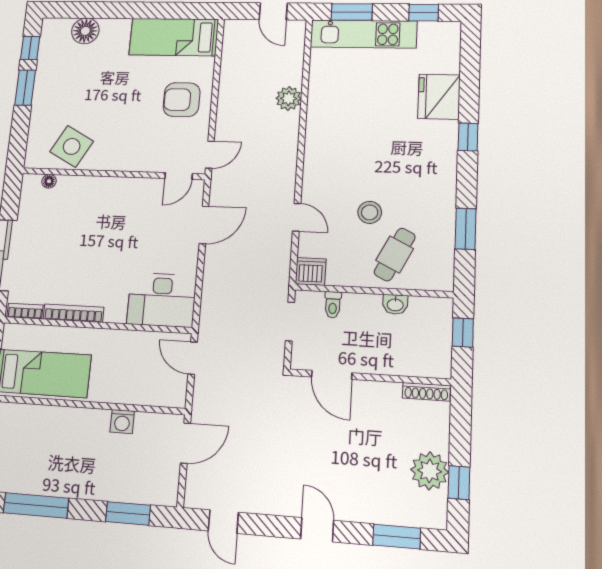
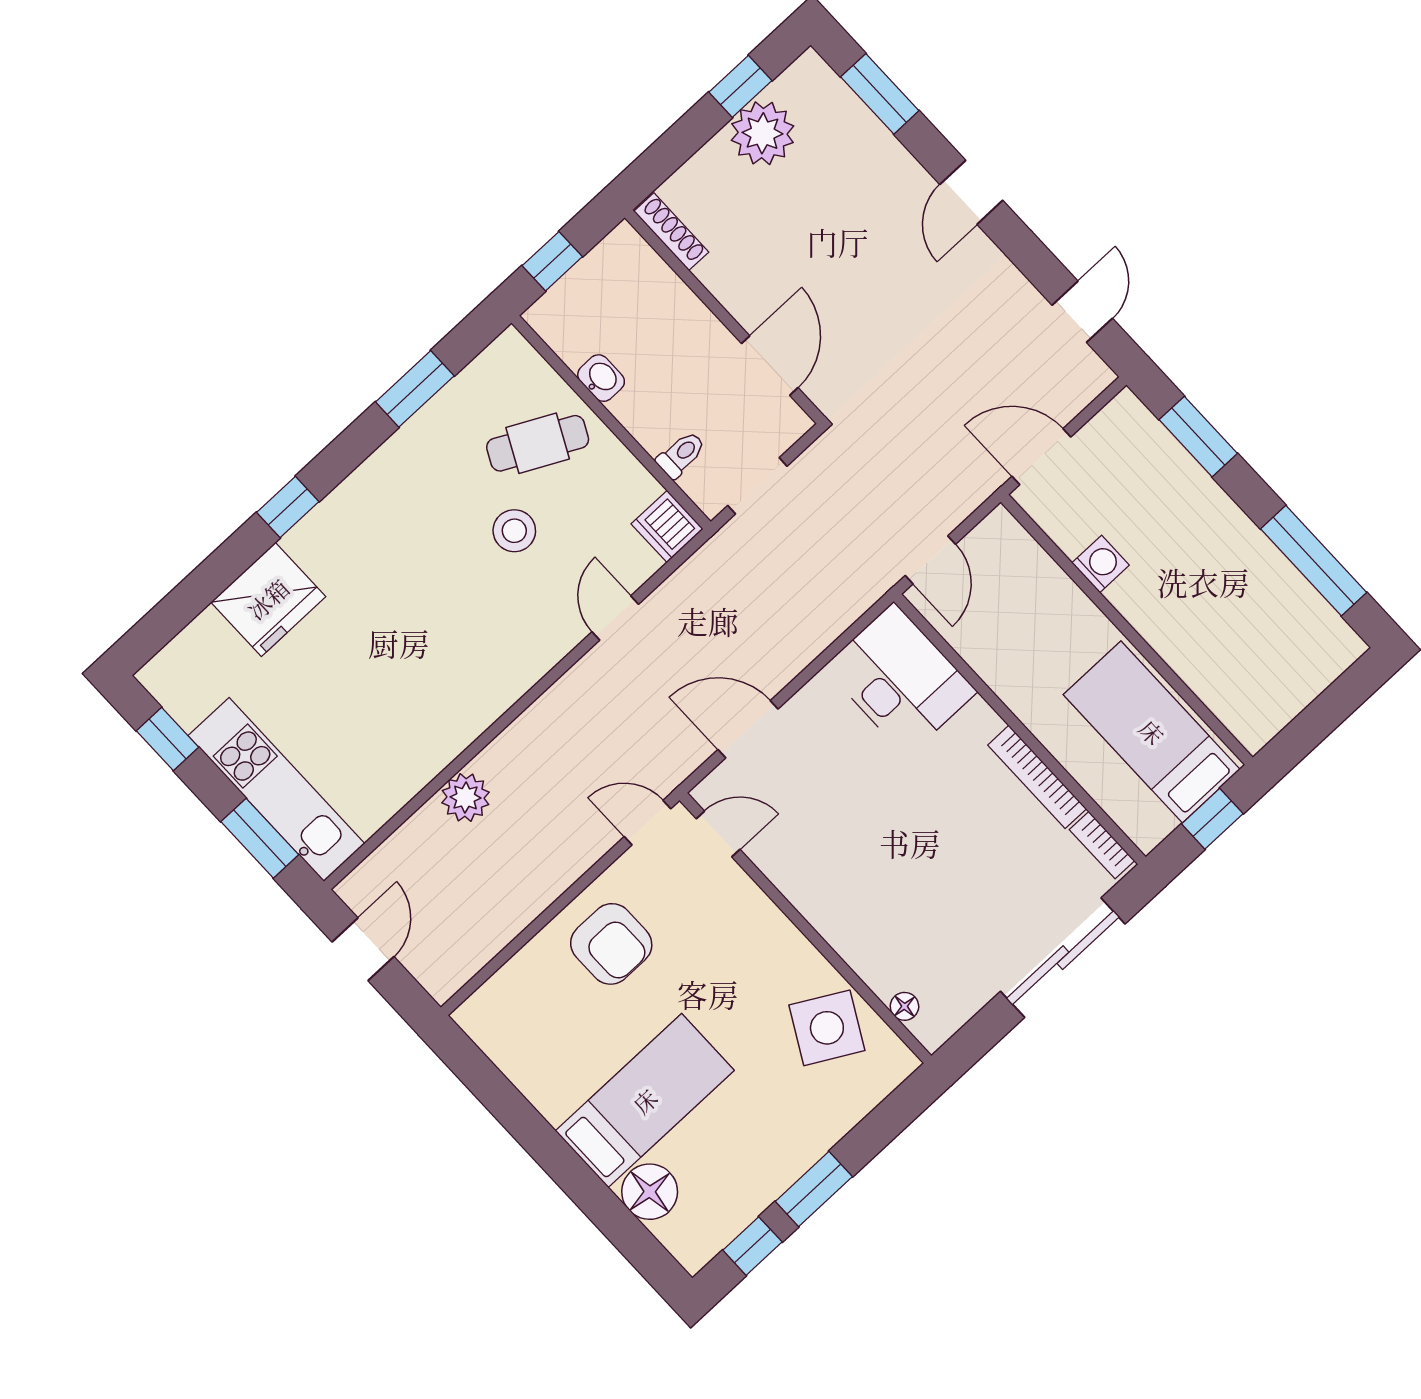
bed: (174, 37) -> (645, 1101), moved, turned -90

